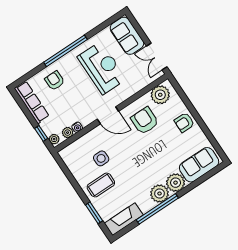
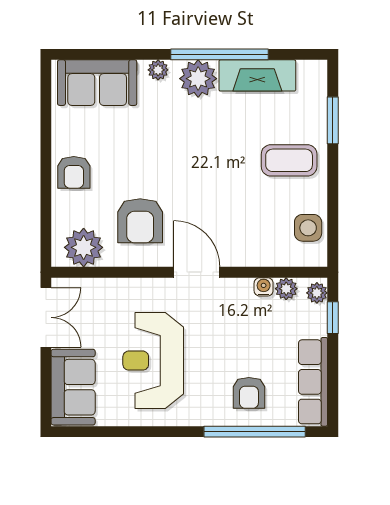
window: (65, 51) -> (255, 432), moved
armchair: (184, 122) -> (74, 172), turned 90
side table: (101, 158) -> (308, 228), moved
plant: (176, 183) -> (158, 70), width x0.53, depth x0.53
fireplace: (124, 219) -> (257, 75), moved

